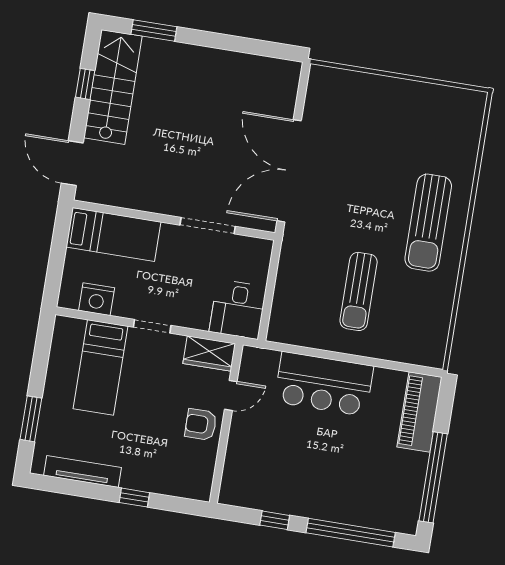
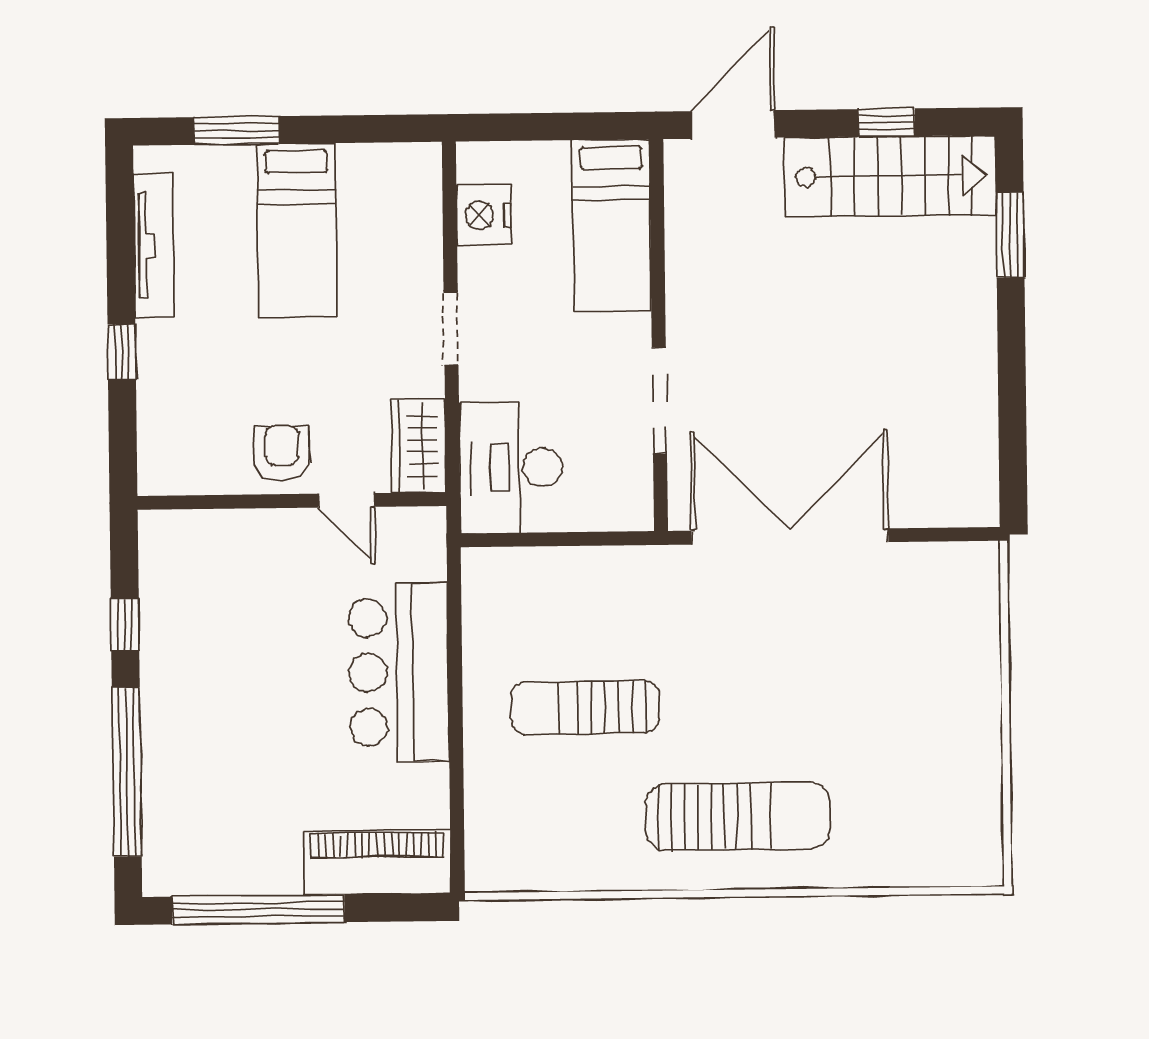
sun lounger: (428, 223) -> (738, 816), turned 180
desk: (238, 309) -> (511, 467), width x1.37
bed: (100, 367) -> (297, 230), moved, turned -90

